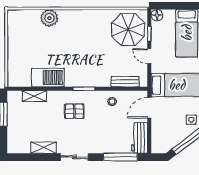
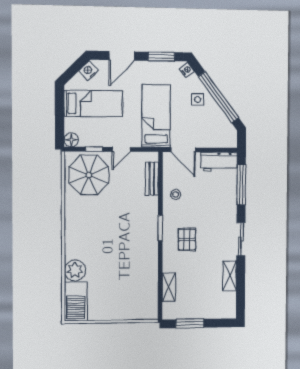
barbecue: (48, 78) -> (76, 301), moved, turned 180

